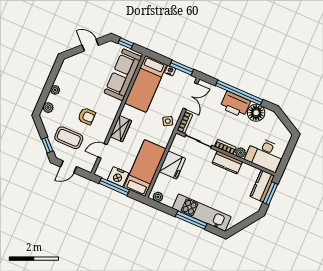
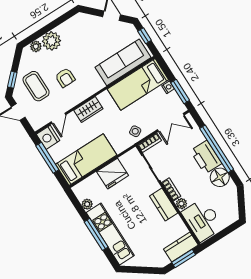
plant: (55, 90) -> (51, 41), width x1.87, depth x1.87
door: (102, 151) -> (58, 118), swing flipped
nightstand: (118, 177) -> (48, 137), moved
plant: (158, 197) -> (87, 204), moved

